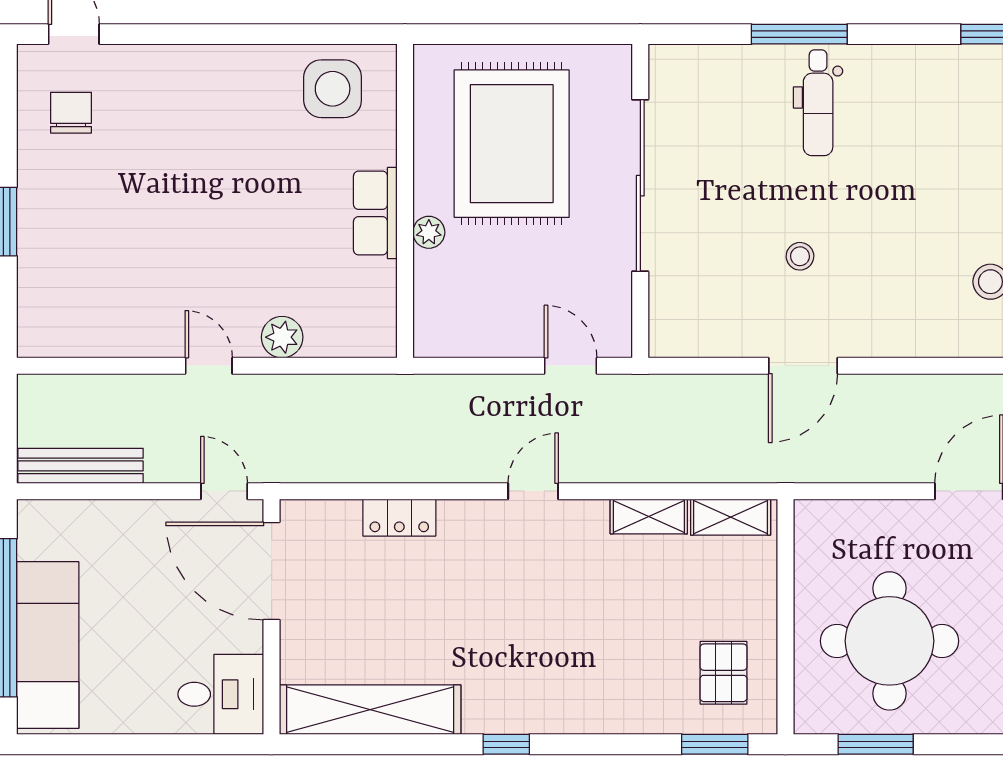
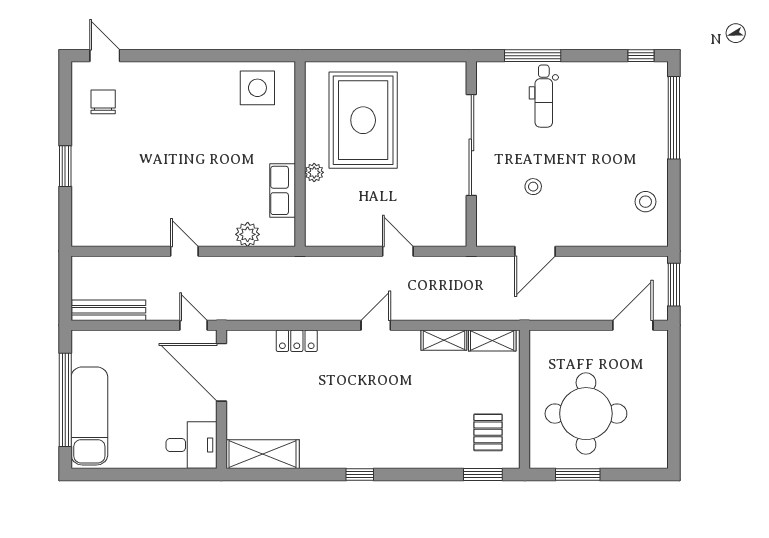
sliding door: (640, 186) -> (471, 145), moved
wall: (640, 201) -> (471, 154), moved
row of seats: (375, 213) -> (283, 190), moved
plant: (282, 337) -> (248, 234), moved
shelving: (370, 710) -> (263, 454), width x0.68

